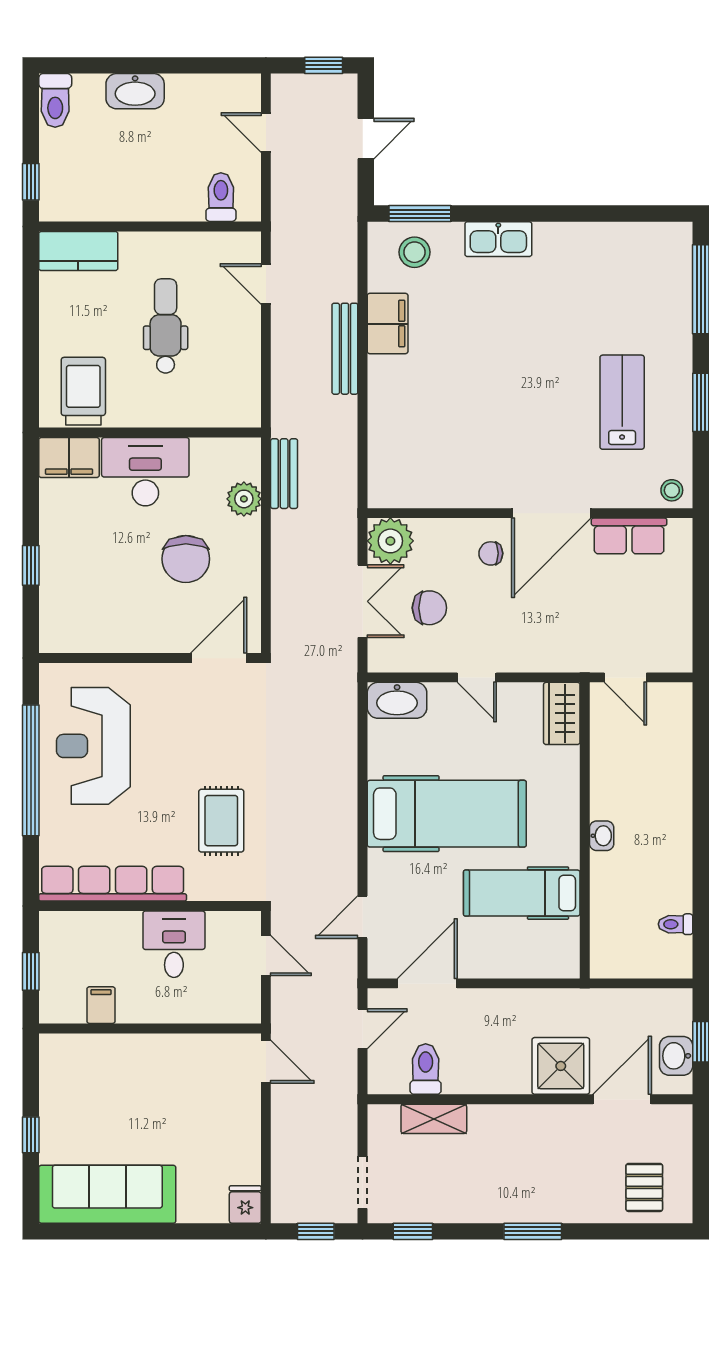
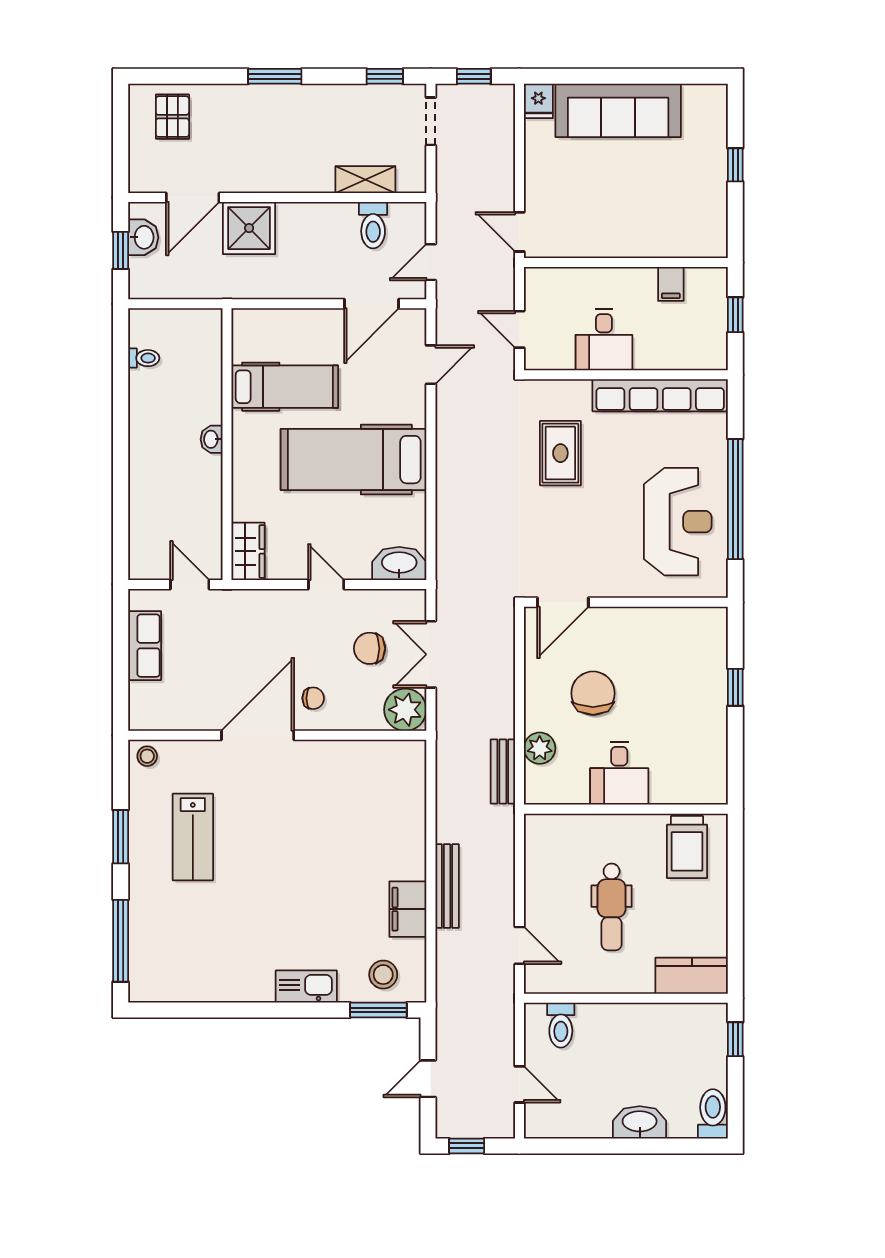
filing cabinet: (69, 458) -> (700, 786), removed
desk: (145, 472) -> (619, 773), width x0.73
row of seats: (629, 536) -> (145, 646), moved, turned 90
sofa: (107, 1194) -> (618, 110), moved

